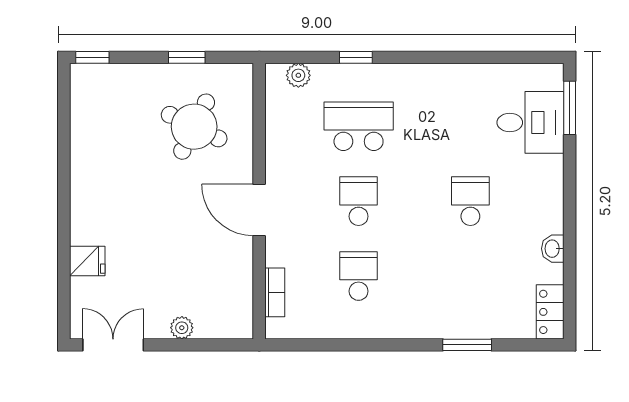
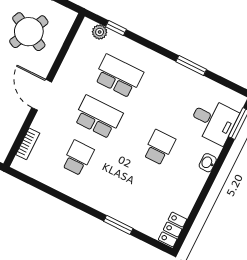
window: (356, 57) -> (116, 28), moved
window: (457, 57) -> (191, 66), added
school desk: (359, 201) -> (98, 117), width x1.85
washbasin: (553, 249) -> (208, 163), moved

